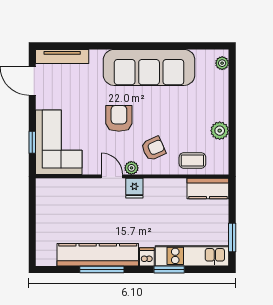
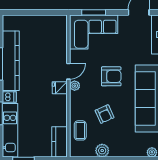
window: (32, 142) -> (94, 12), width x1.50
armchair: (153, 148) -> (105, 114), moved

